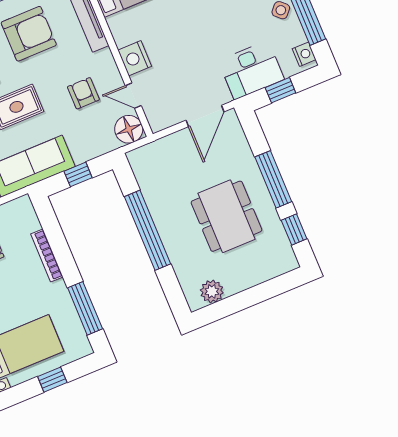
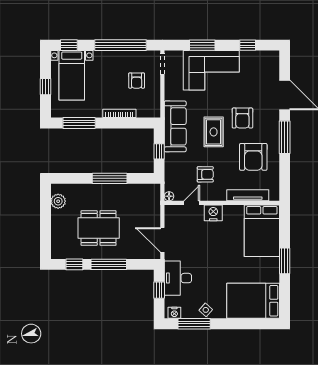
floor lamp: (129, 129) -> (169, 196), width x0.53, depth x0.53
window: (147, 230) -> (110, 178), width x0.68

